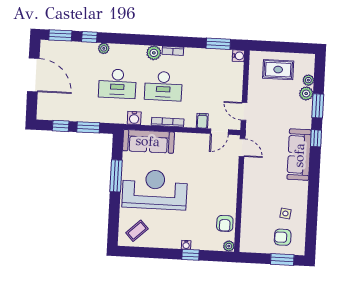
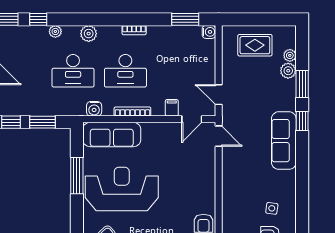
plant: (154, 53) -> (89, 34), moved

